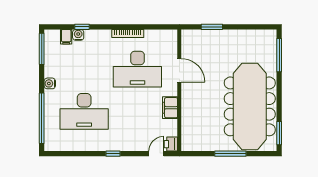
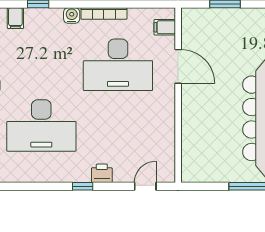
water cooler: (78, 35) -> (72, 15), moved
filing cabinet: (170, 108) -> (165, 27), moved, width x0.50
printer: (171, 144) -> (102, 173), moved, turned 90

